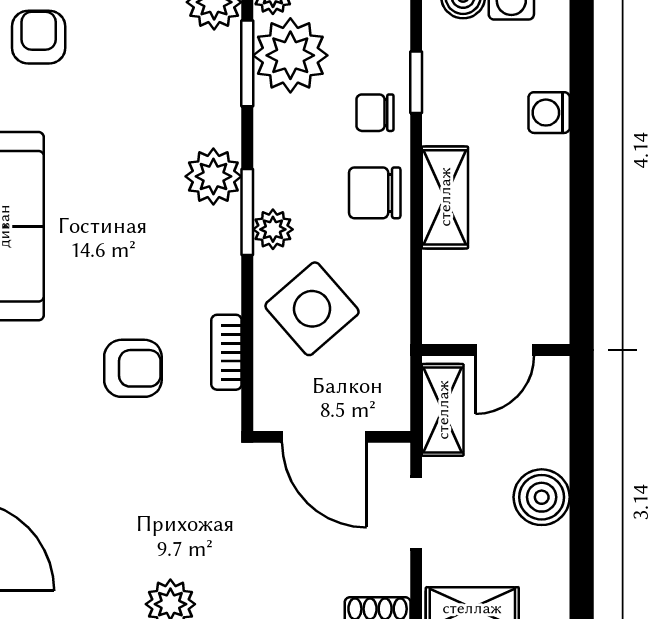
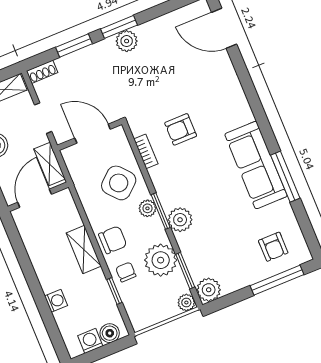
plant: (290, 55) -> (161, 260), moved
chair: (375, 113) -> (126, 272), turned -90
door: (505, 350) -> (35, 198), width x1.38

